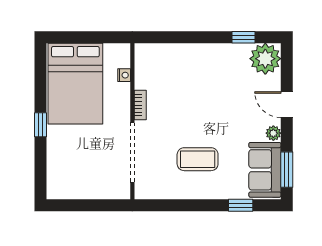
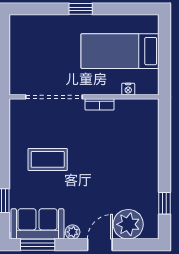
plant: (265, 59) -> (128, 224), moved
bed: (75, 84) -> (120, 51), width x0.67
coffee table: (198, 159) -> (48, 159), turned 90

